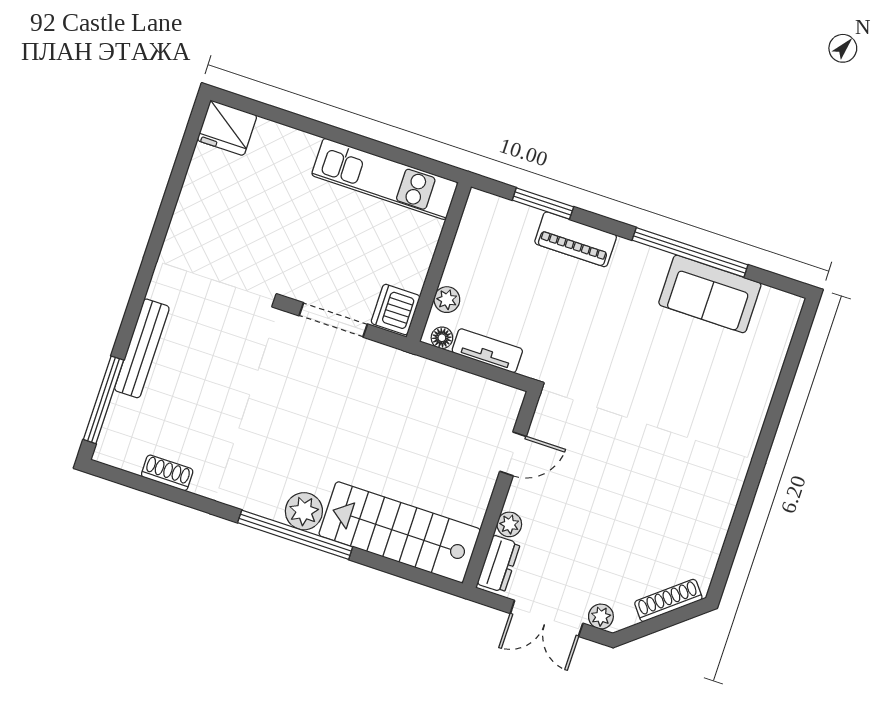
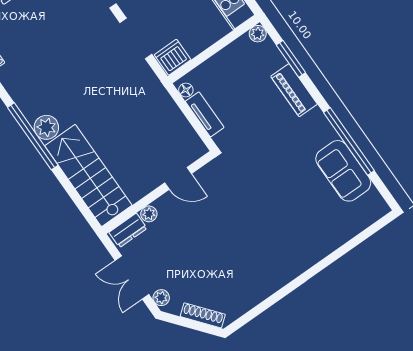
plant: (447, 300) -> (258, 34), moved

